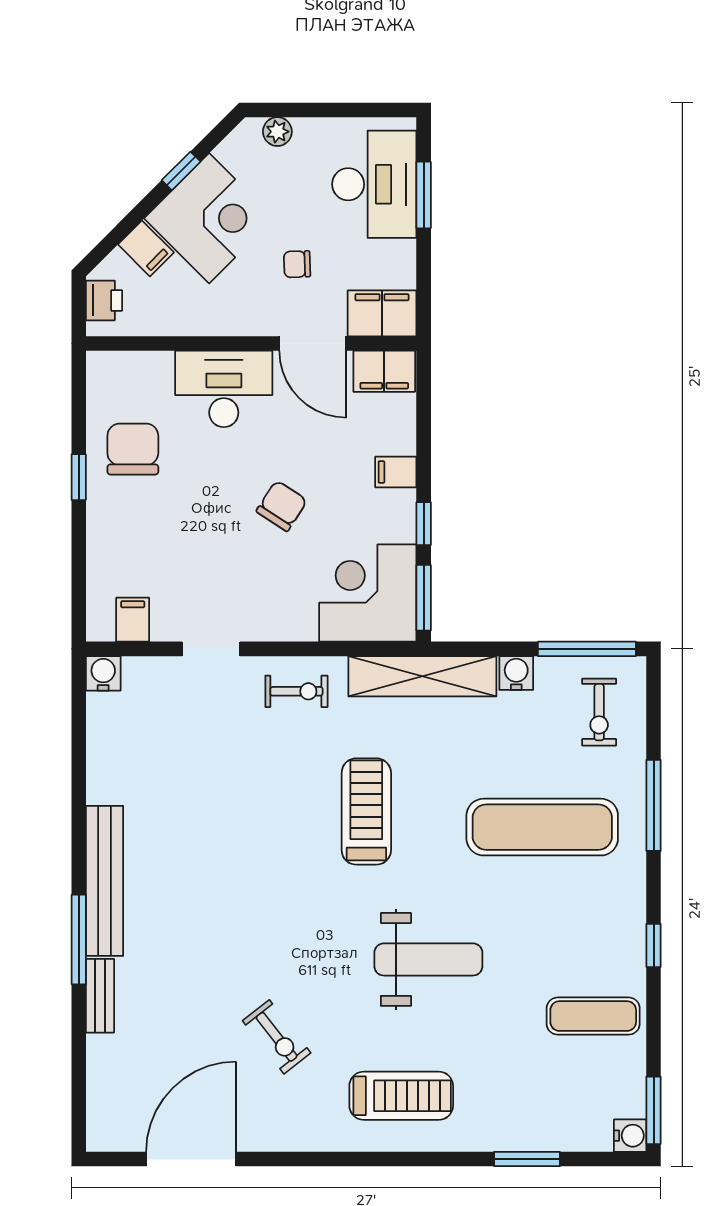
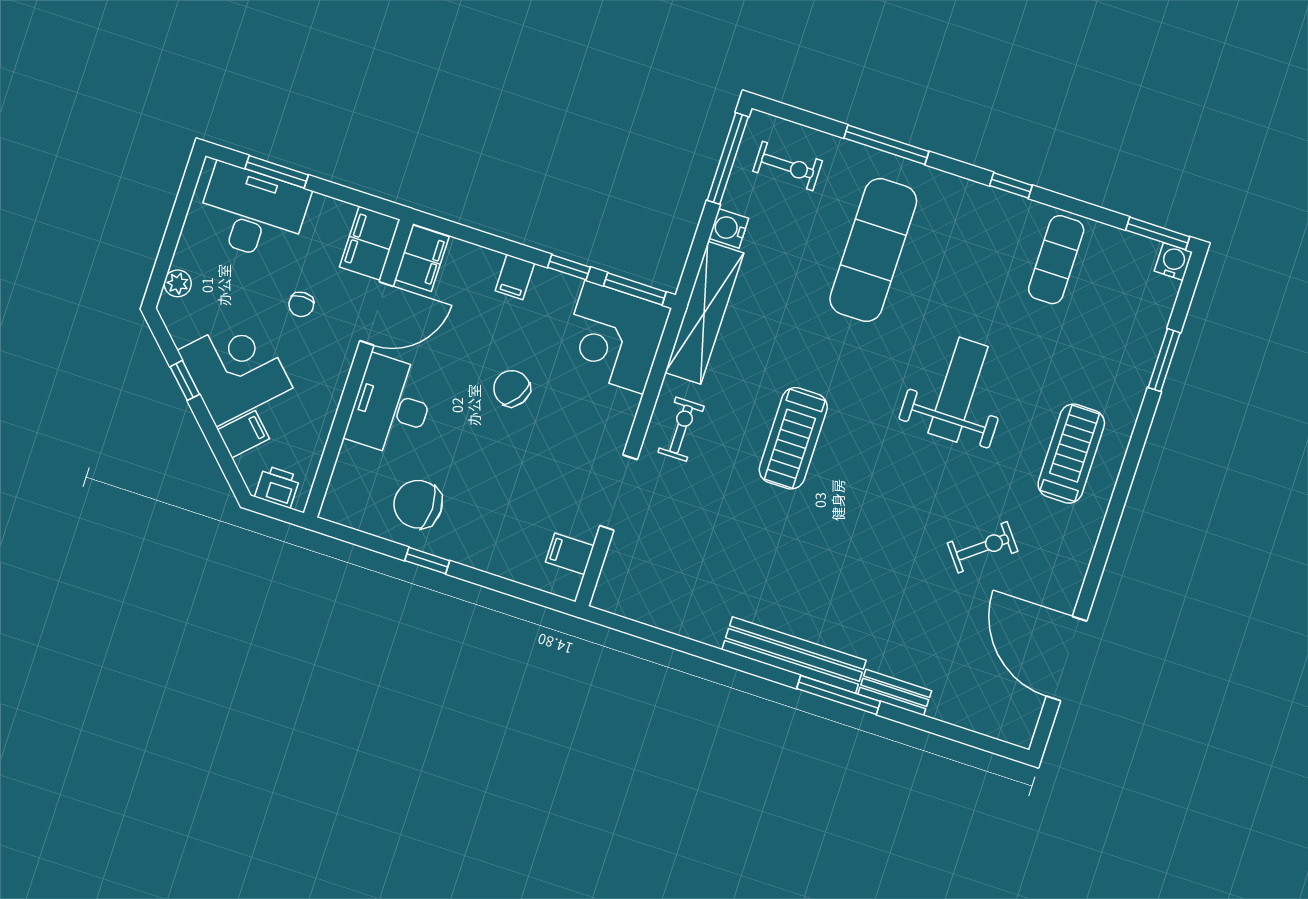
doorway: (211, 649) -> (618, 493), width x1.38
water cooler: (103, 673) -> (609, 596), removed
treadmill: (366, 811) -> (793, 438), moved, turned -90

